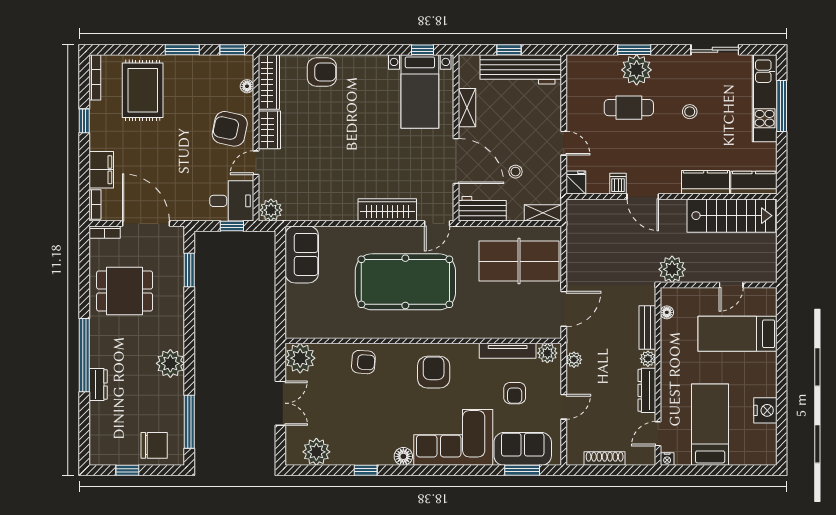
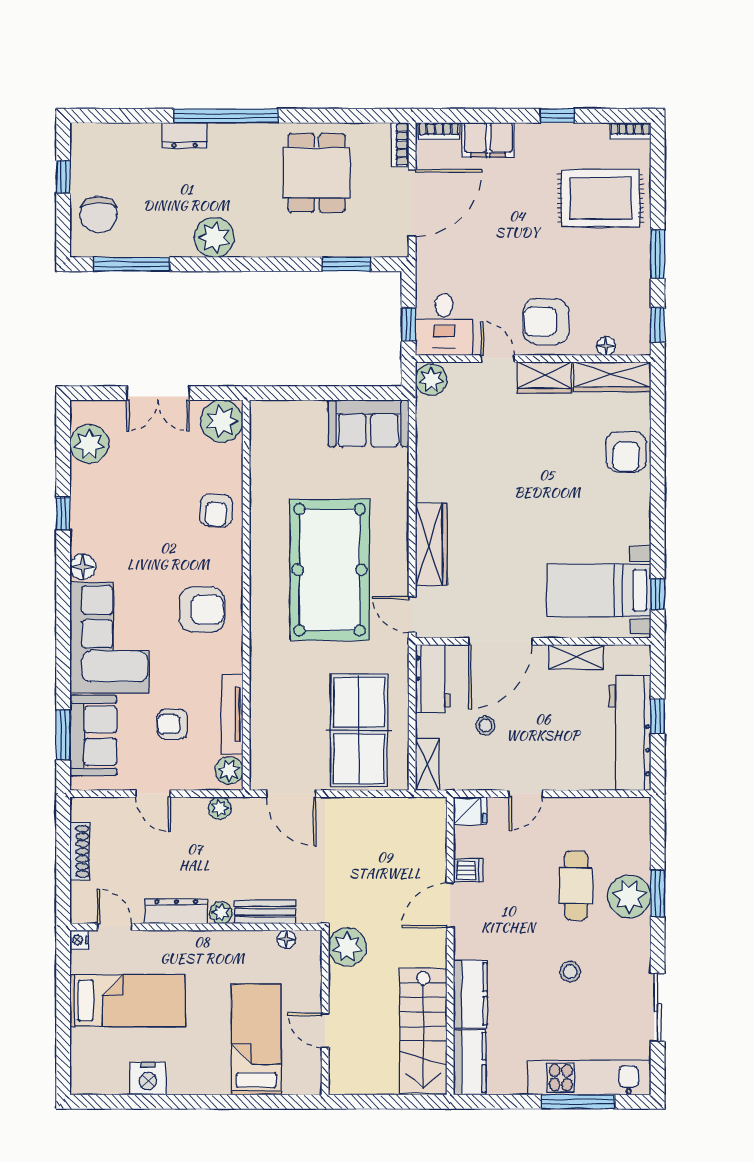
bookcase: (95, 77) -> (630, 131), width x0.64
armchair: (230, 129) -> (546, 321), turned -102

